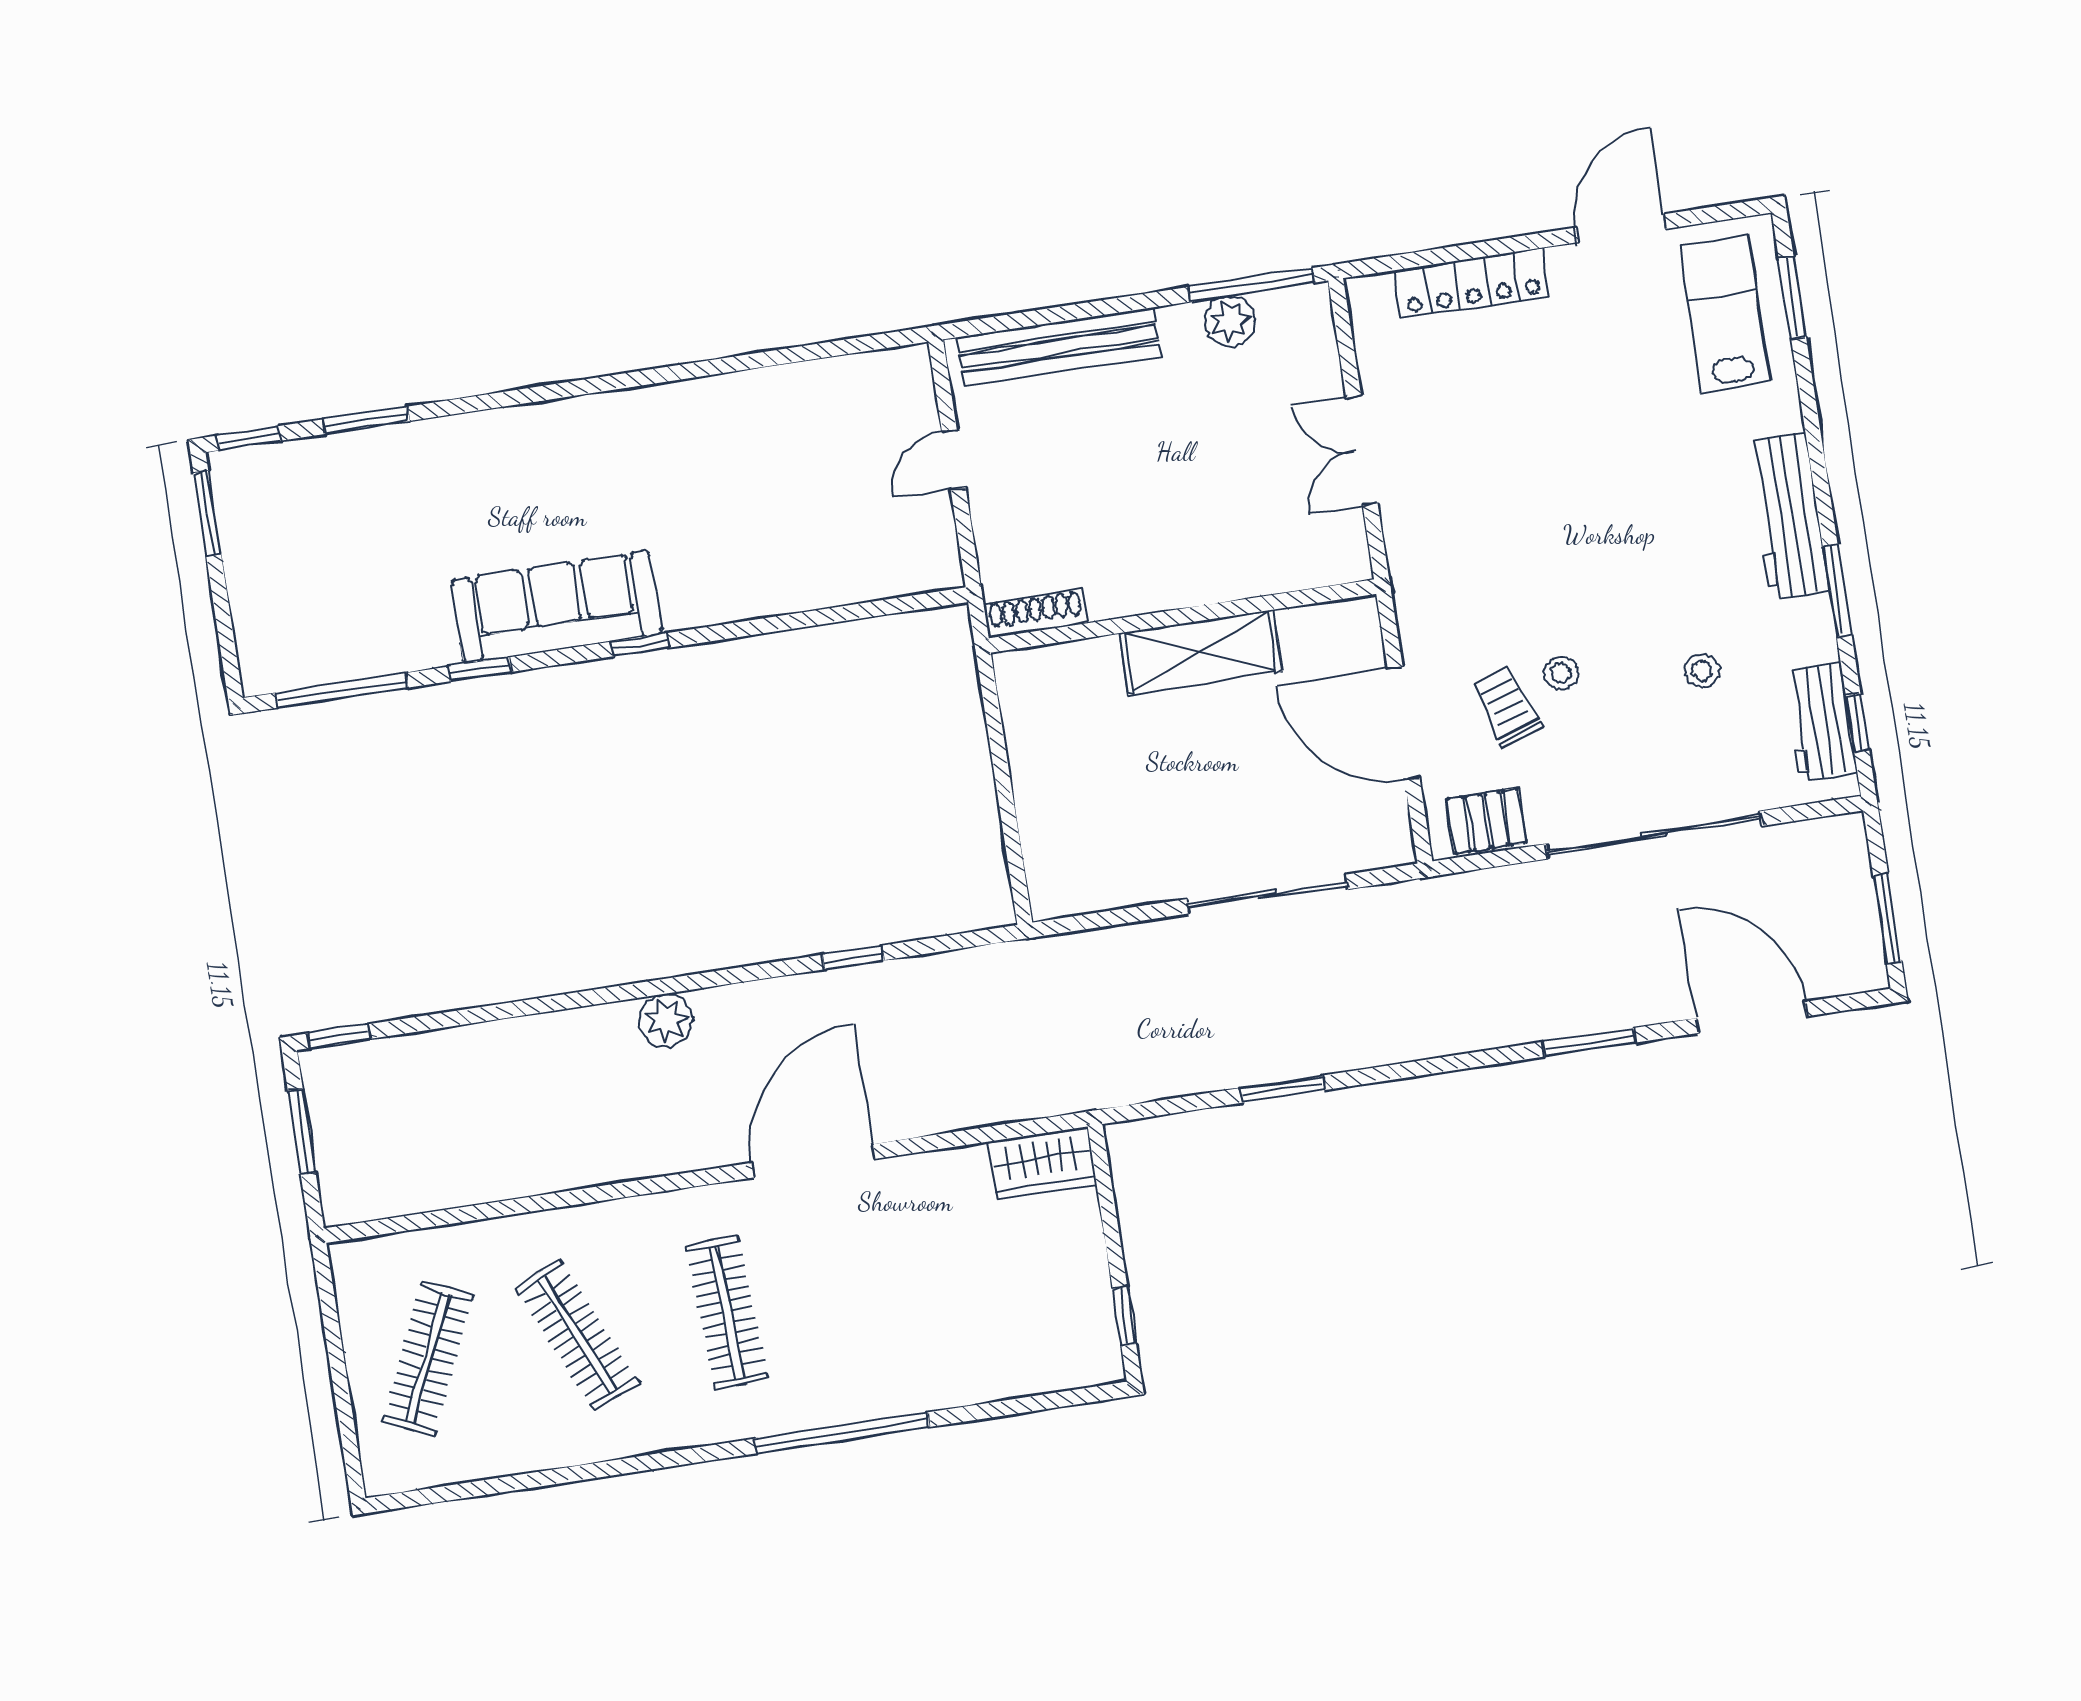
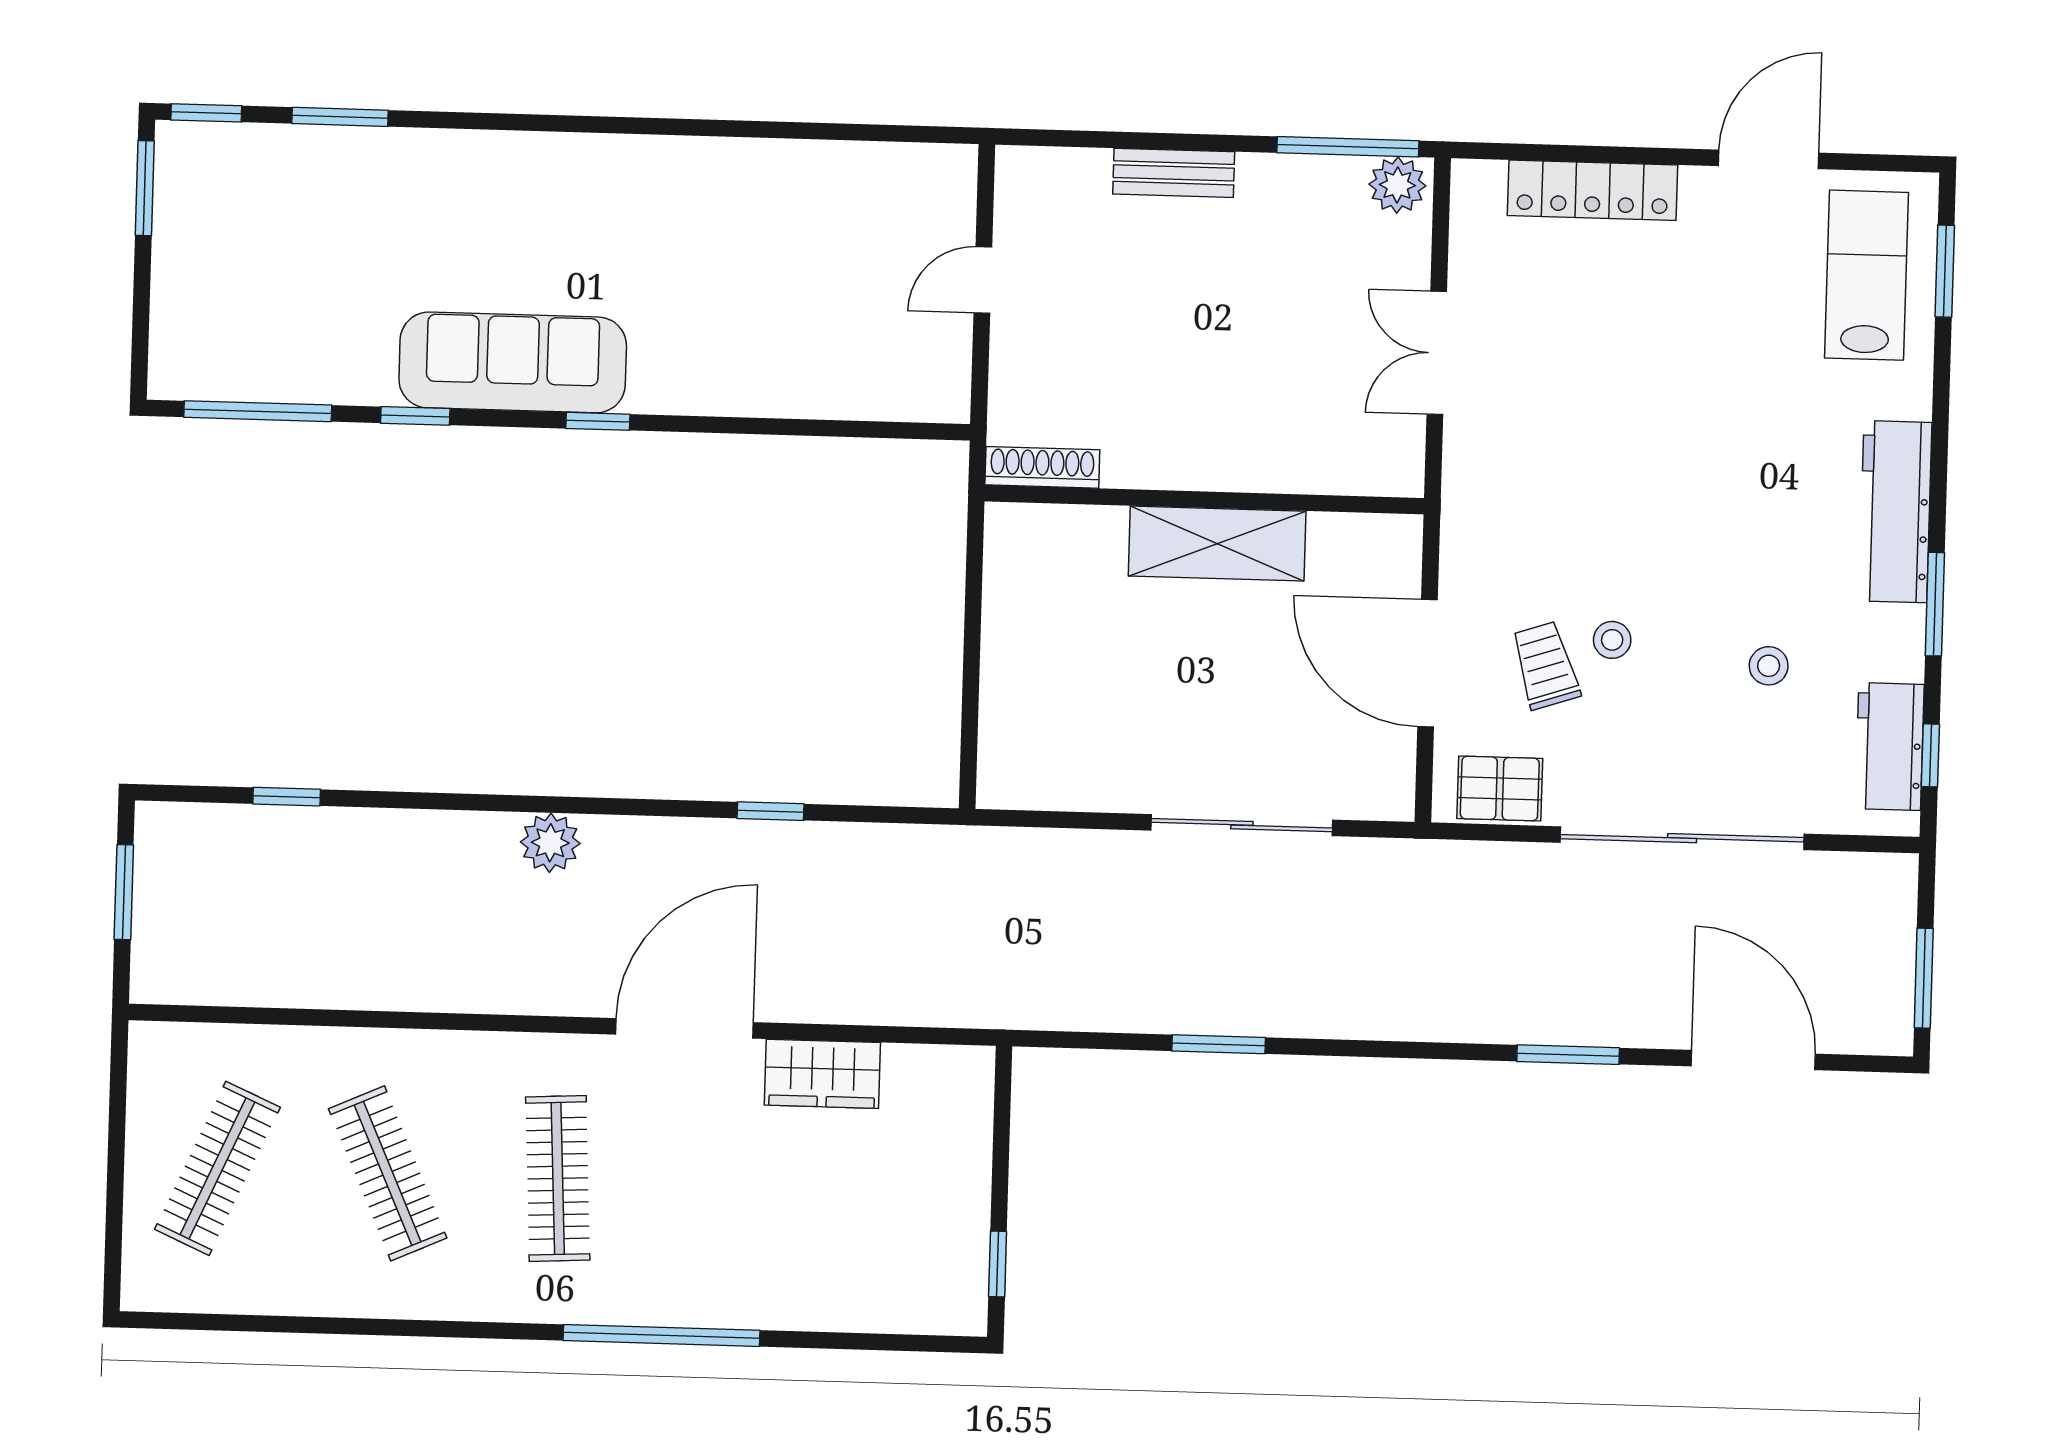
plant: (1230, 321) -> (1397, 185), moved
bench: (1058, 347) -> (1174, 173), width x0.54, depth x0.82
window: (339, 1036) -> (287, 797), moved
wardrobe: (1042, 1163) -> (822, 1074), moved

